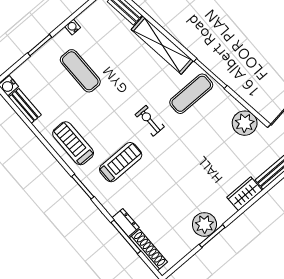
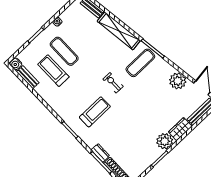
treadmill: (73, 143) -> (53, 71), moved
plant: (204, 224) -> (165, 141), moved

